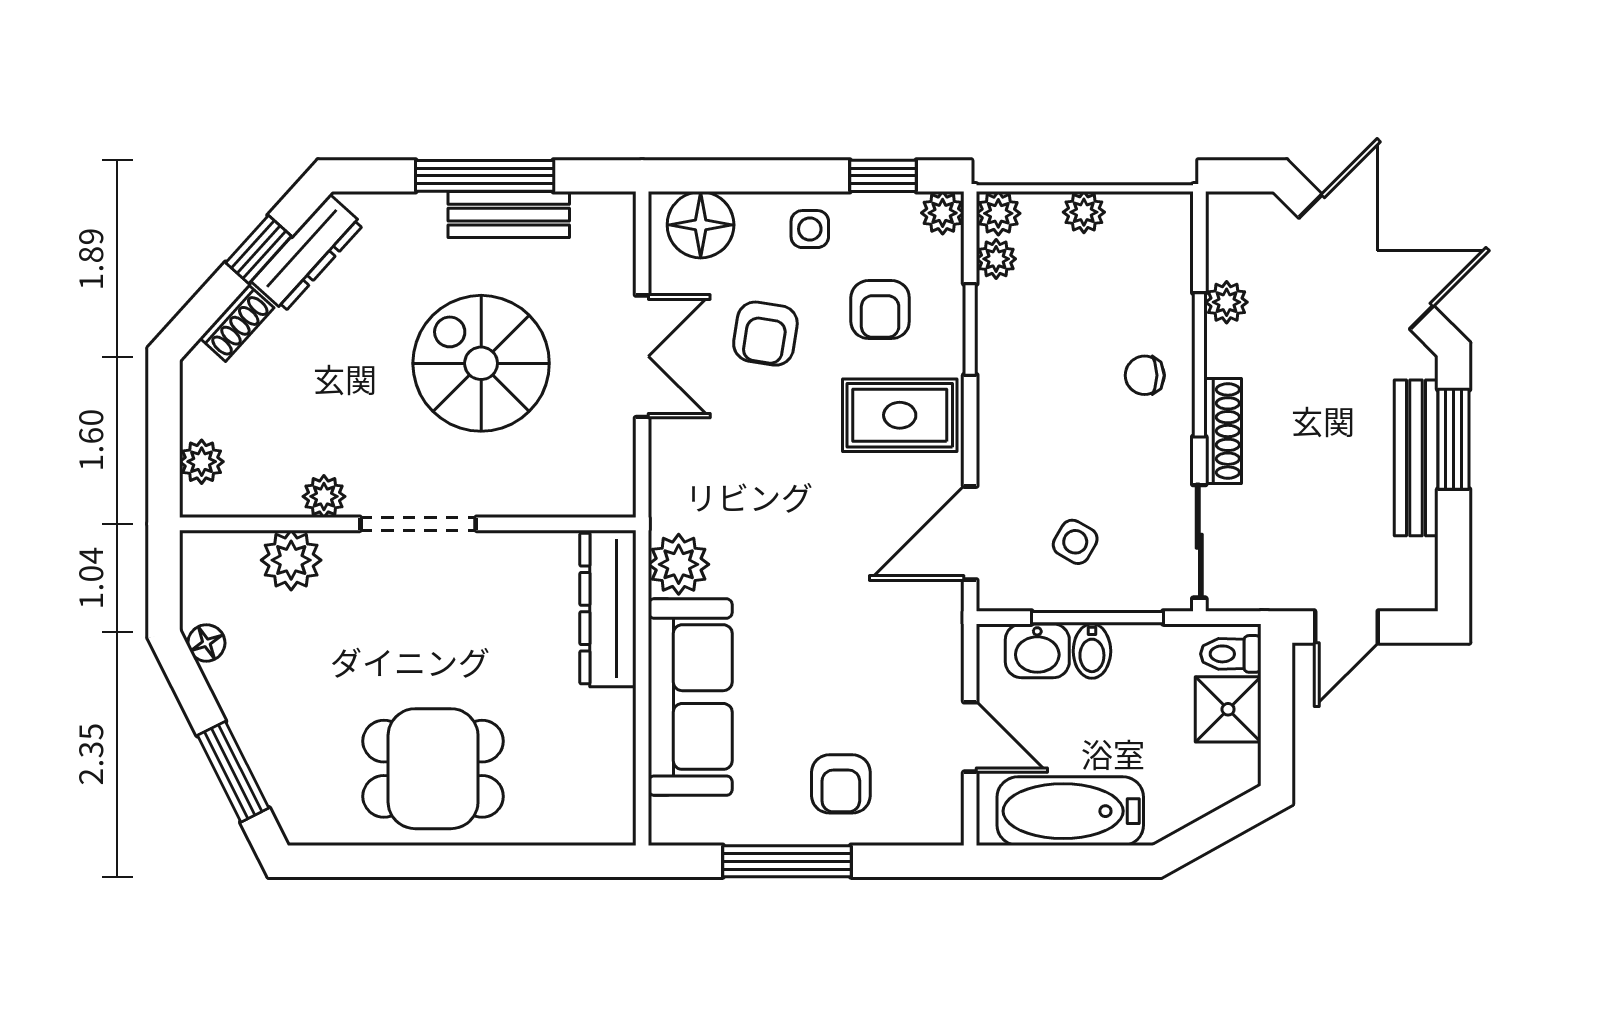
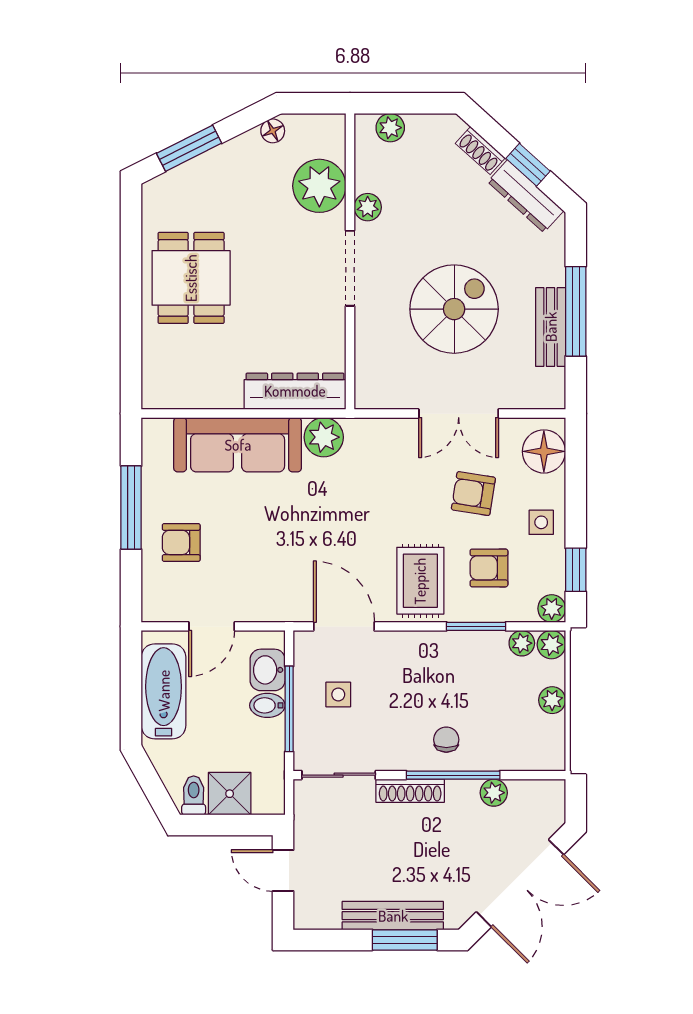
side table: (1075, 542) -> (338, 694), turned -30
plant: (291, 560) -> (319, 186), width x1.36, depth x1.36
toilet: (1231, 654) -> (194, 795), moved

